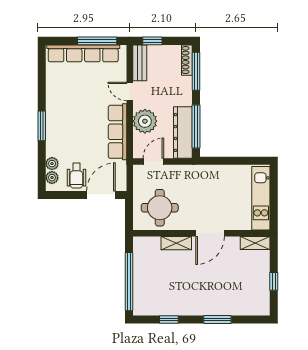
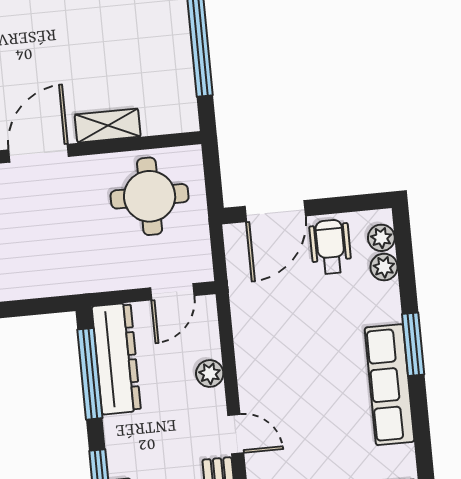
plant: (145, 121) -> (210, 373), width x0.53, depth x0.53
row of seats: (118, 132) -> (390, 385), moved, turned 180

